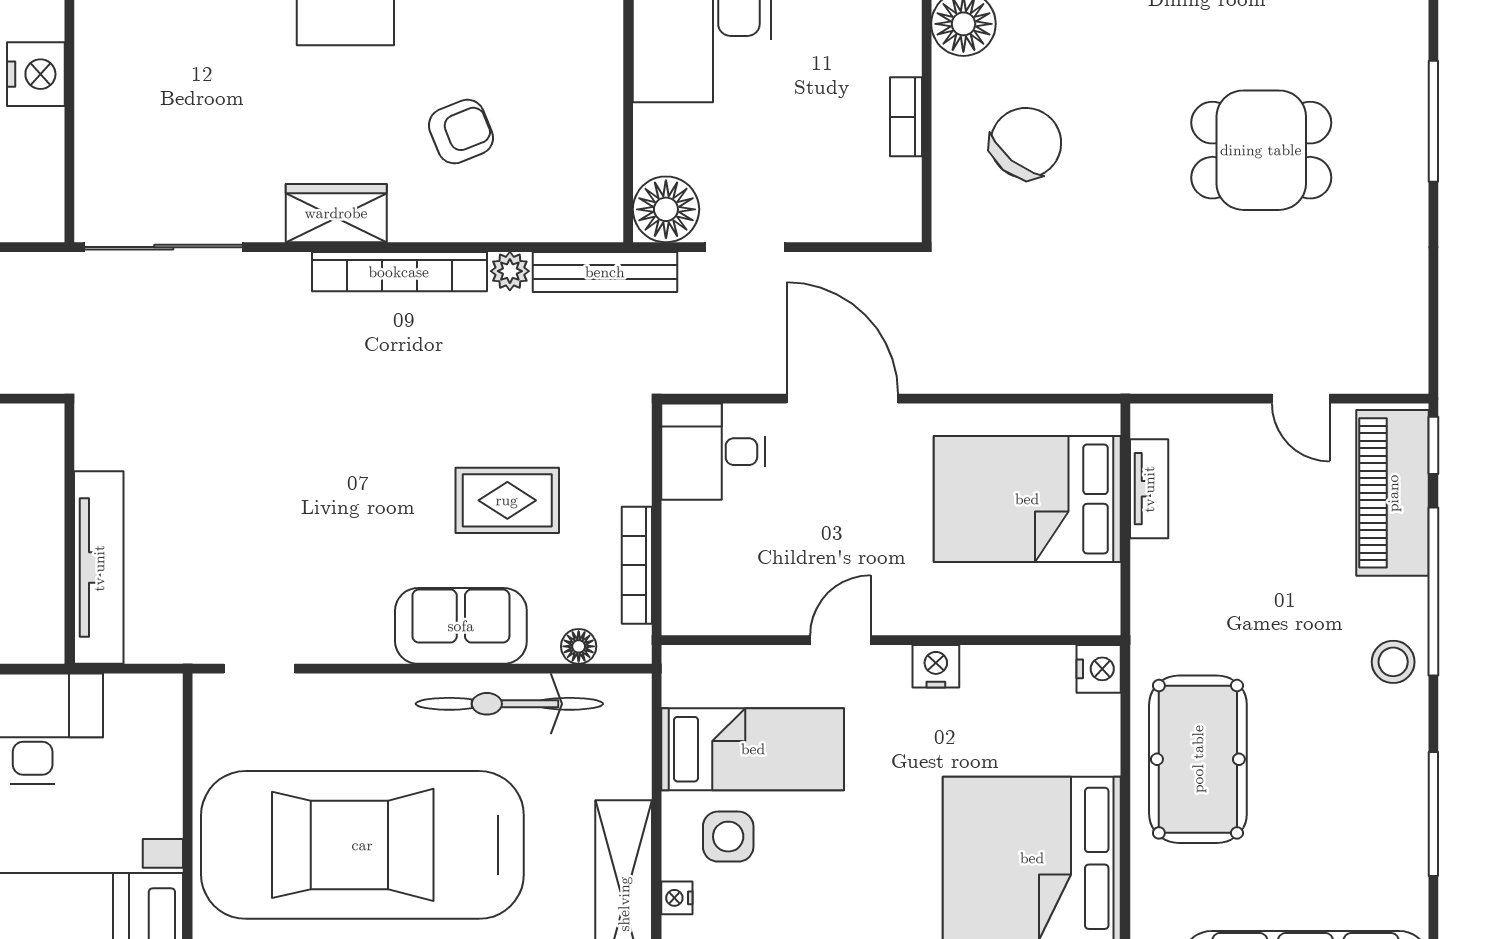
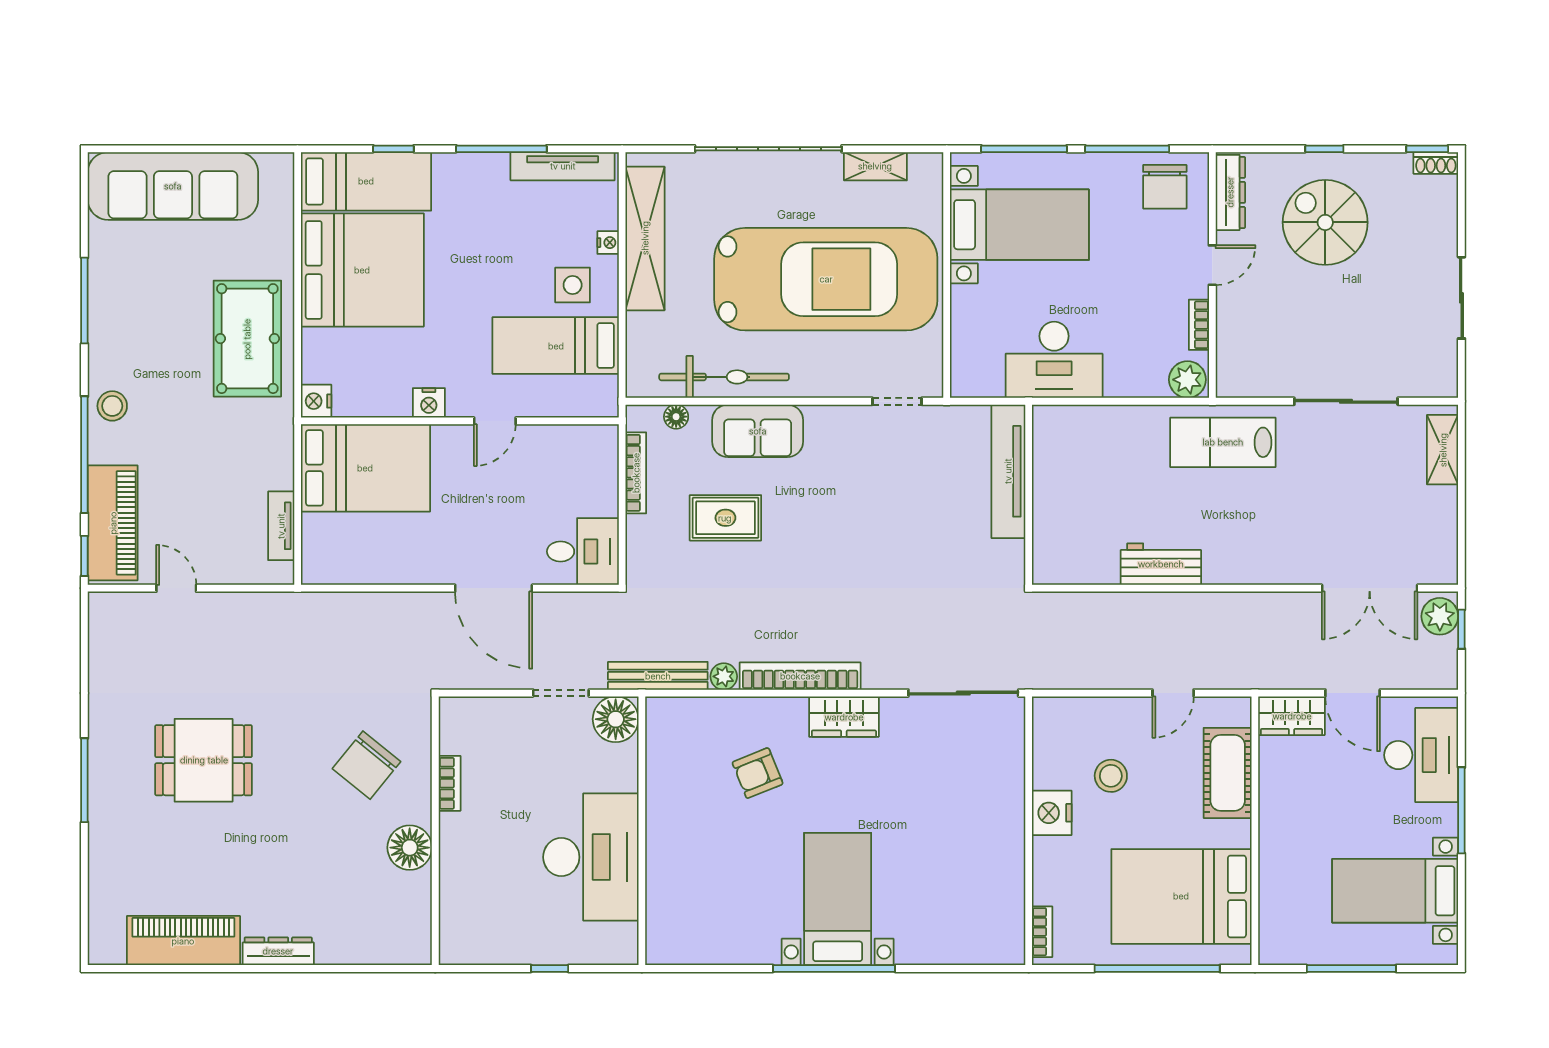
bed: (1027, 499) -> (365, 468), moved

